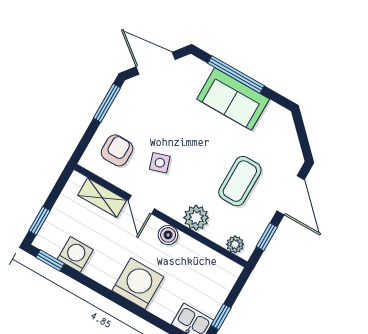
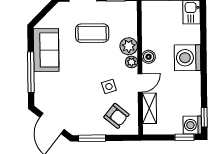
sofa: (233, 99) -> (46, 50), moved
armchair: (117, 150) -> (116, 116), turned -141
plant: (235, 244) -> (131, 62), moved
washing machine: (75, 255) -> (192, 125), moved

